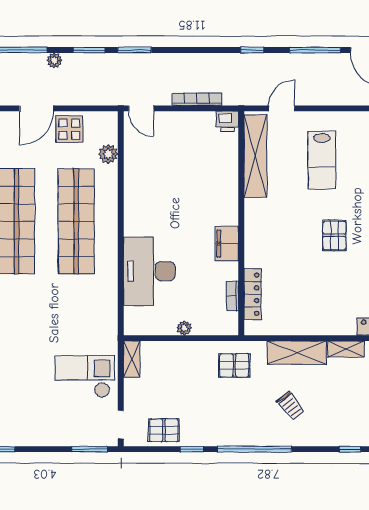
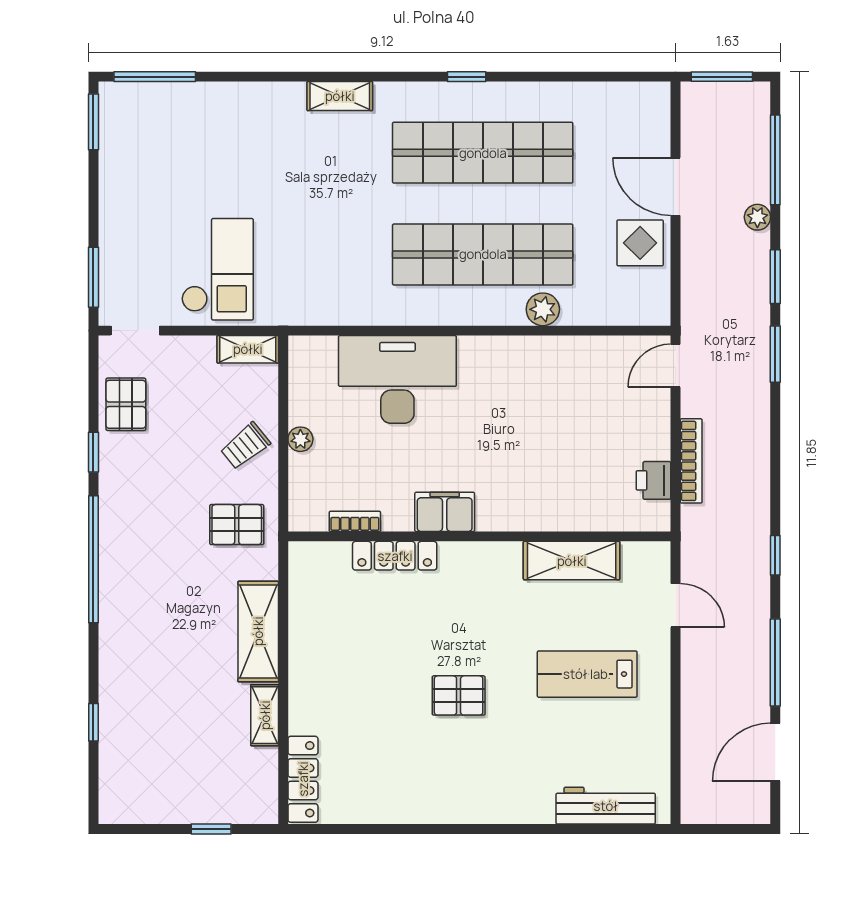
printer: (227, 121) -> (654, 480), moved
plant: (108, 154) -> (543, 309), moved
shelving: (255, 156) -> (572, 561), width x0.68
locker: (253, 294) -> (395, 556), moved
pallet: (234, 365) -> (237, 525), turned 90
trolley: (291, 406) -> (245, 446), moved

